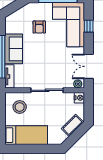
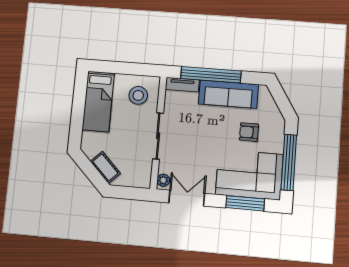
window: (89, 26) -> (245, 203), width x2.17
sofa: (14, 49) -> (228, 94), width x1.36
nightstand: (79, 98) -> (143, 181), removed

